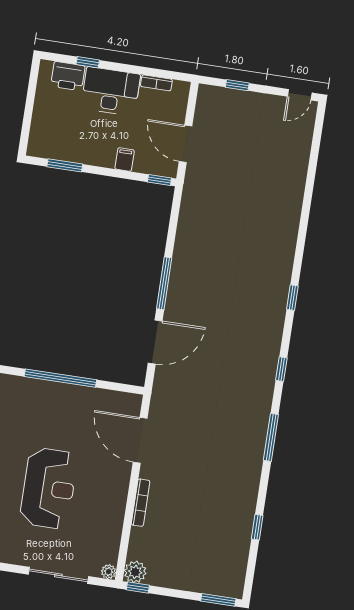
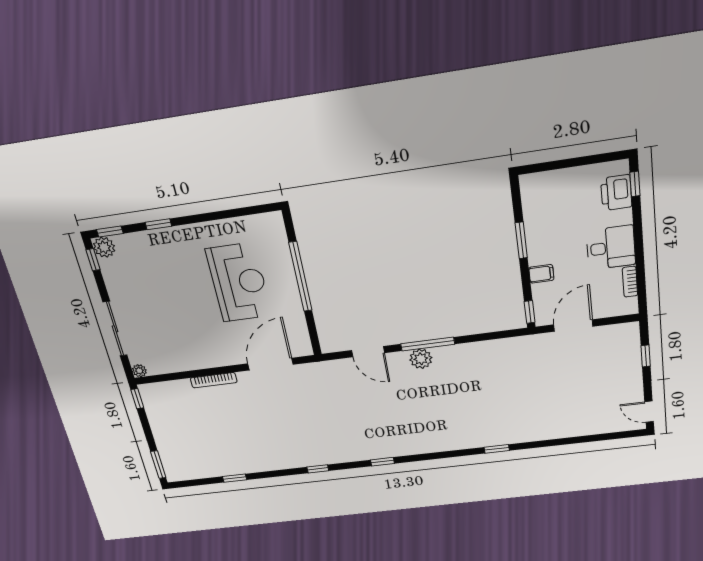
window: (88, 62) -> (635, 184), moved
desk: (111, 91) -> (611, 248), width x0.73
window: (65, 165) -> (521, 240), moved
window: (292, 298) -> (497, 449), moved
door: (155, 342) -> (368, 352), width x0.73
window: (271, 437) -> (318, 469), width x0.46
reception desk: (49, 488) -> (239, 282), moved, turned -90
plant: (135, 572) -> (421, 359), moved

